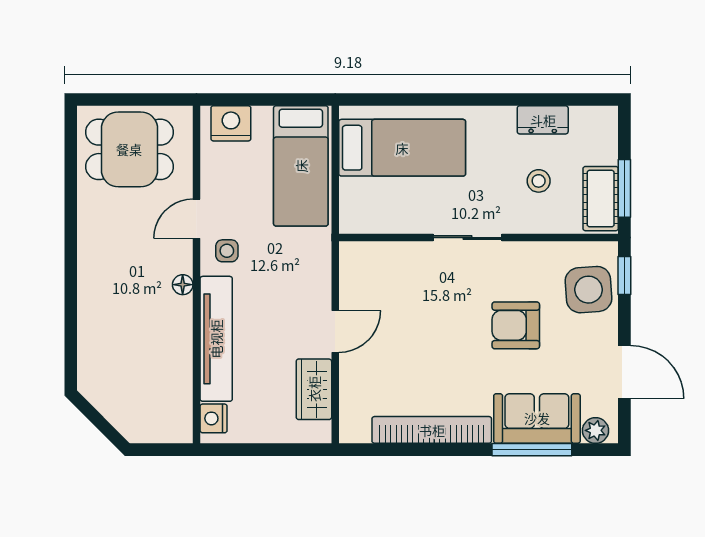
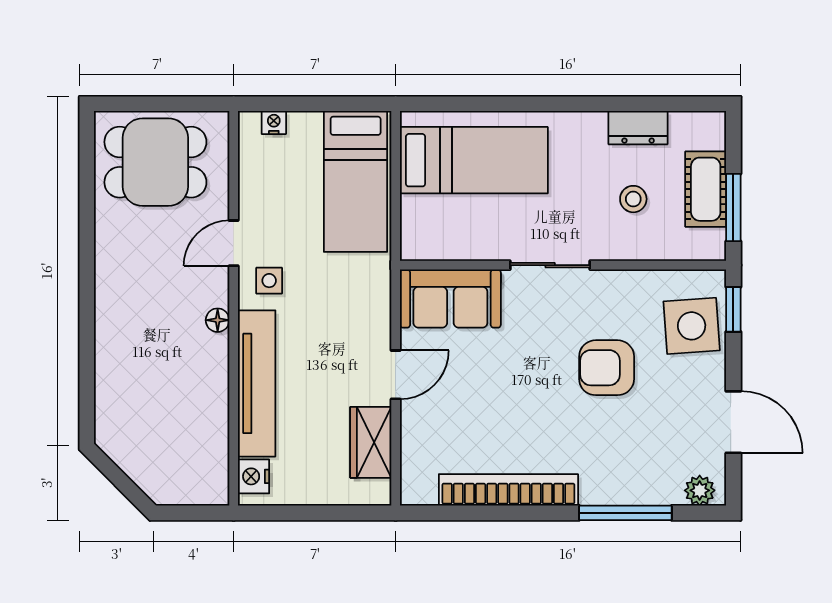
nightstand: (231, 123) -> (274, 123), width x0.53, depth x0.56
cot: (601, 199) -> (706, 189), moved
sofa: (537, 418) -> (450, 299), moved, turned 180

